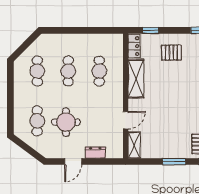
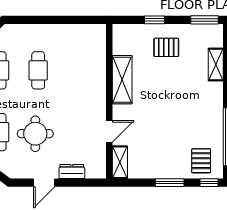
window: (150, 30) -> (154, 20), moved
locker: (134, 46) -> (120, 39), removed
cafe table: (99, 71) -> (77, 70), removed

